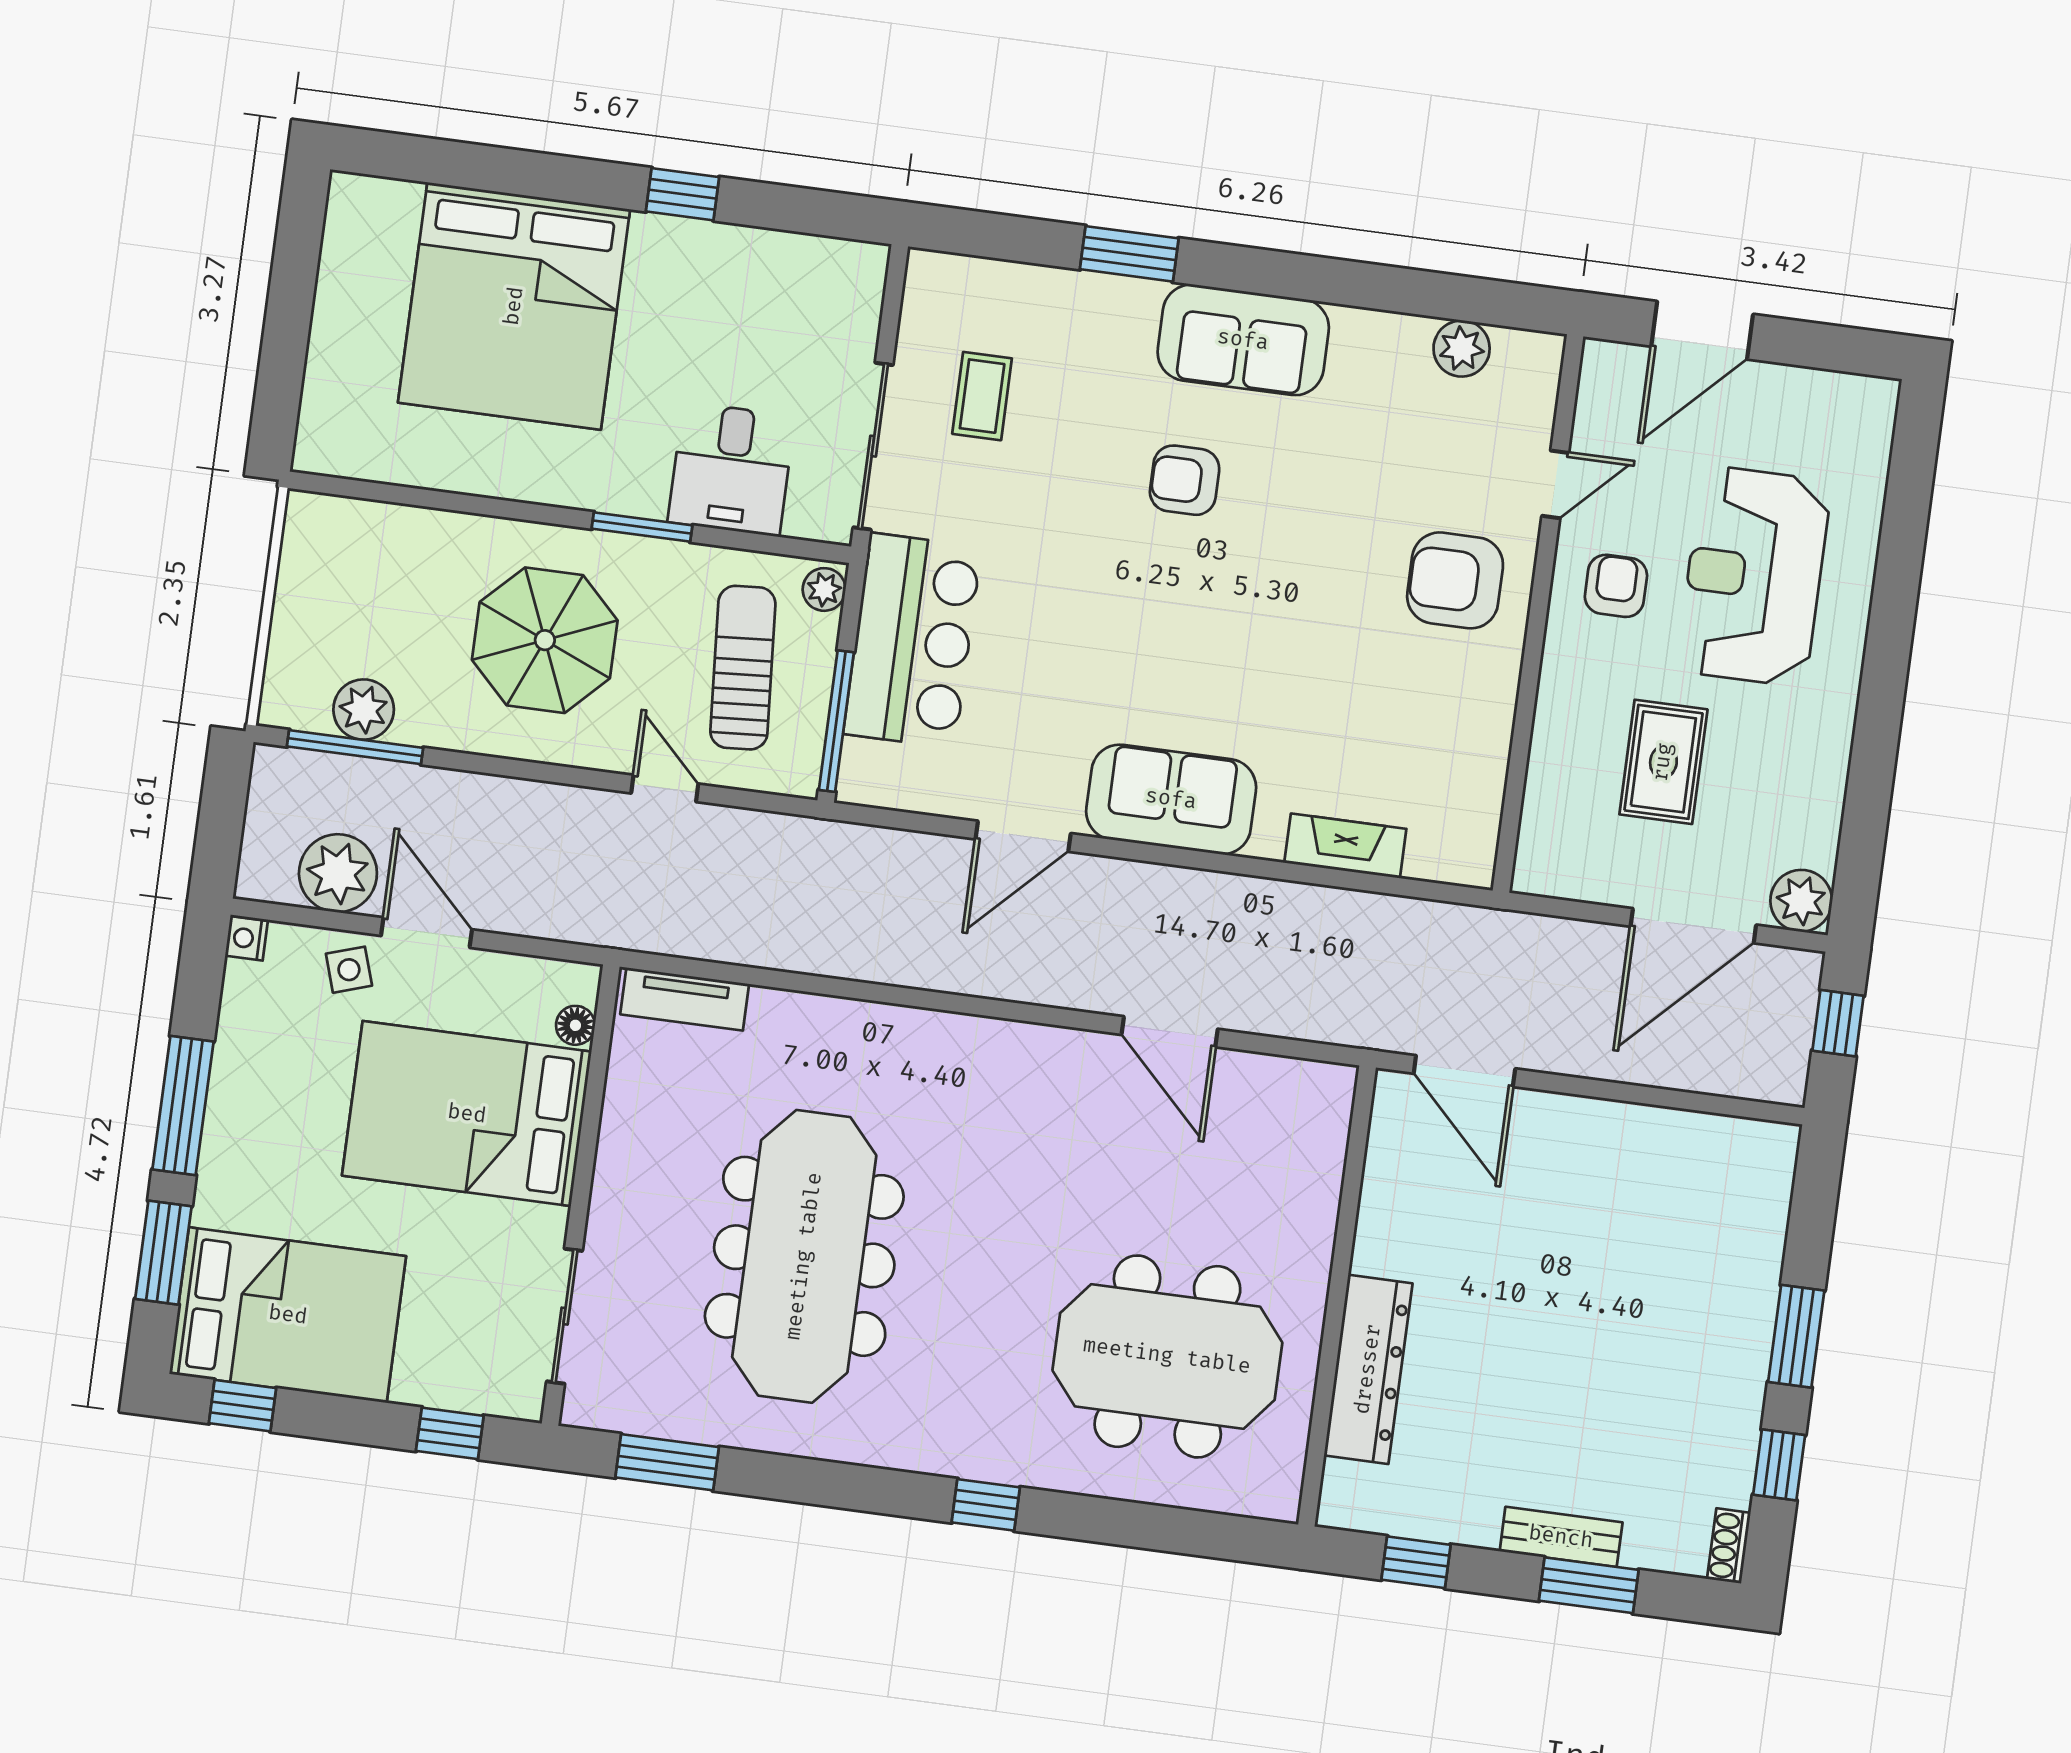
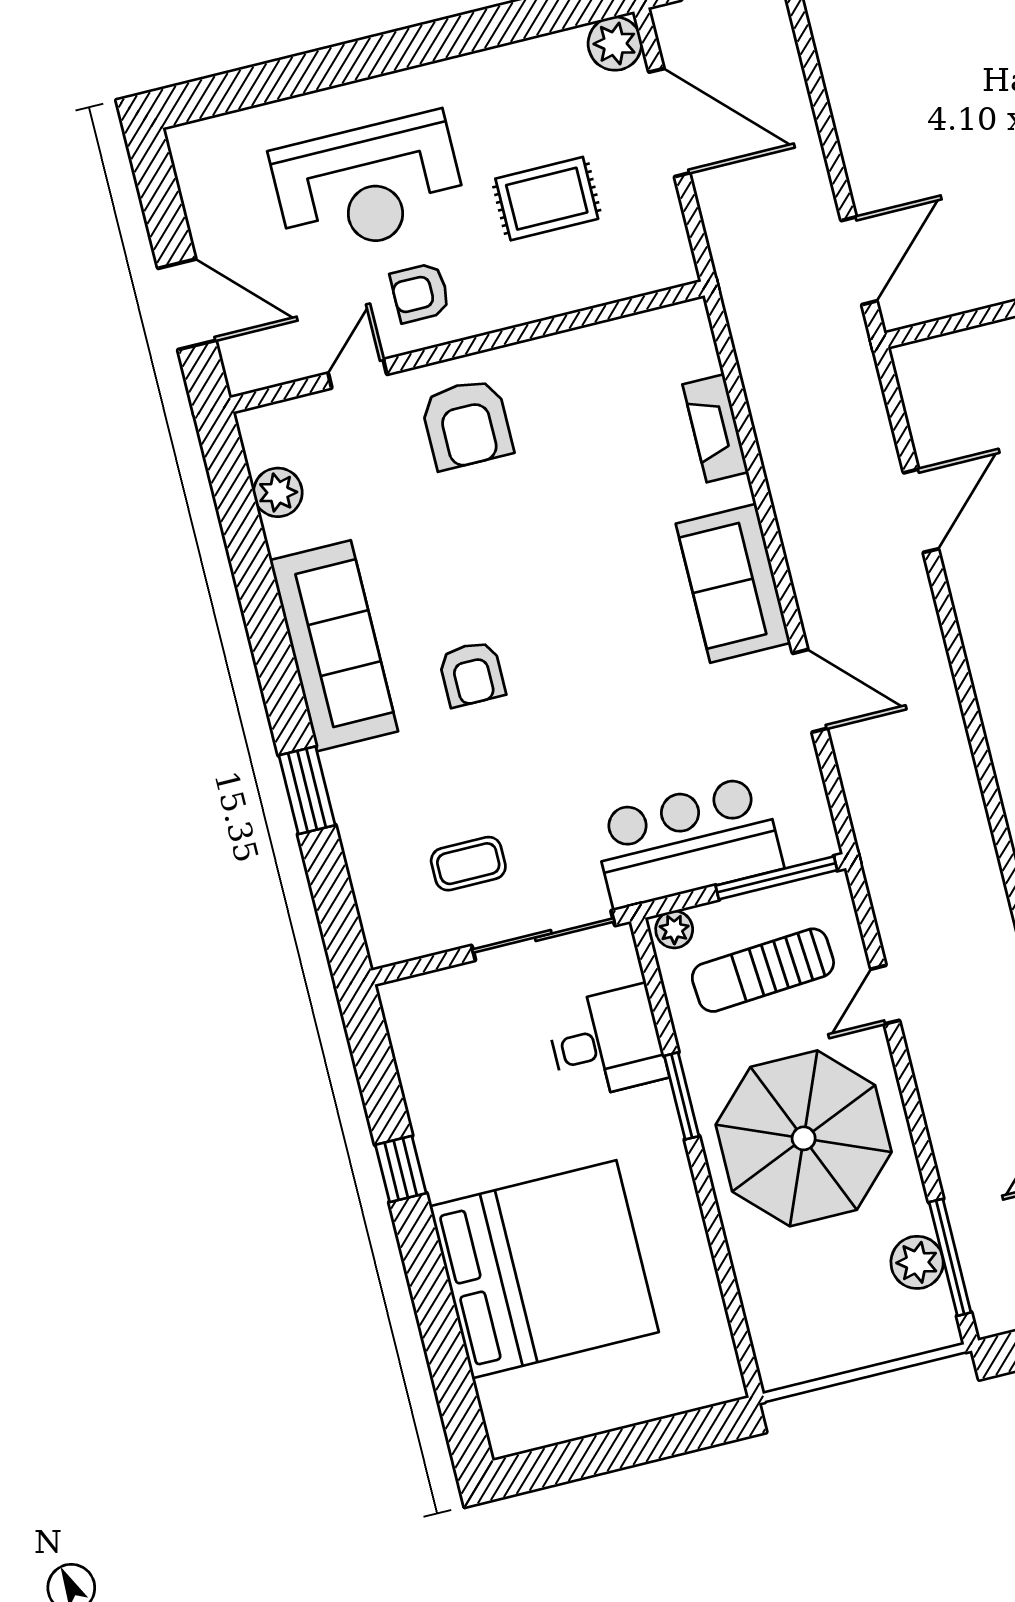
sofa: (1243, 340) -> (334, 646), width x1.36
door: (1555, 484) -> (358, 374), hinge flipped
parasol: (545, 640) -> (804, 1138), width x1.36, depth x1.36

